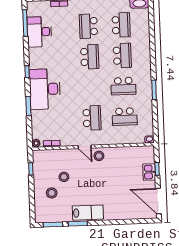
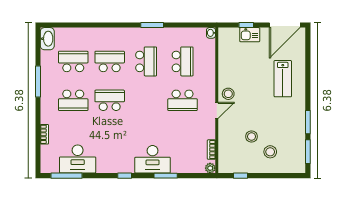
desk: (45, 89) -> (153, 159), width x0.73, depth x0.77
school desk: (92, 118) -> (183, 100), turned 180
lab bench: (88, 213) -> (283, 79), moved, turned 180

